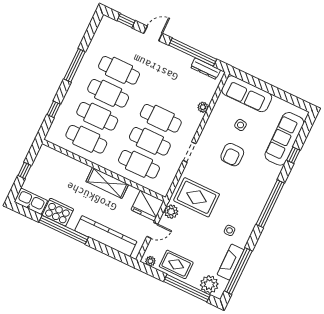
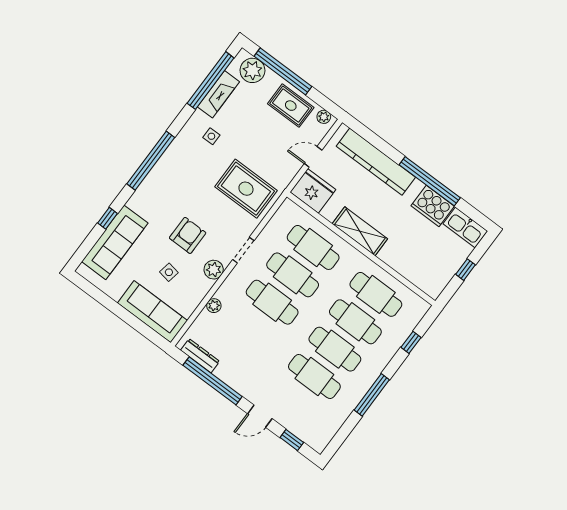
plant: (171, 212) -> (214, 270), moved

